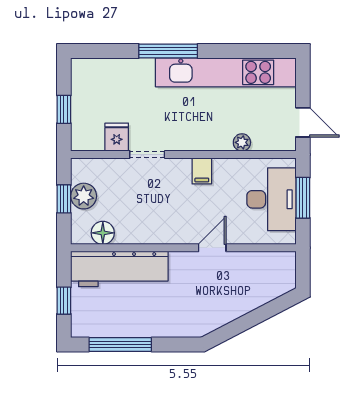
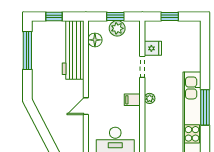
window: (168, 51) -> (205, 107), moved
plant: (242, 142) -> (150, 98), moved
door: (212, 248) -> (86, 106), swing flipped

